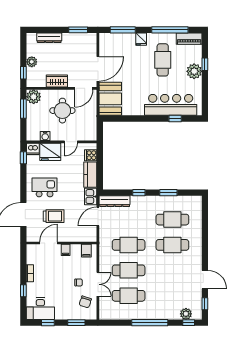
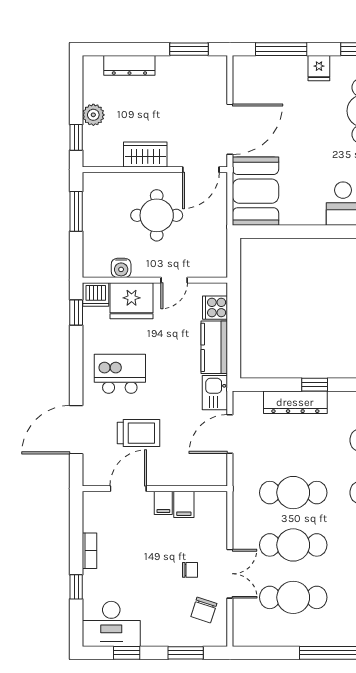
plant: (34, 97) -> (97, 187), removed
dresser: (115, 201) -> (295, 402), moved
filing cabinet: (86, 251) -> (184, 504), moved

